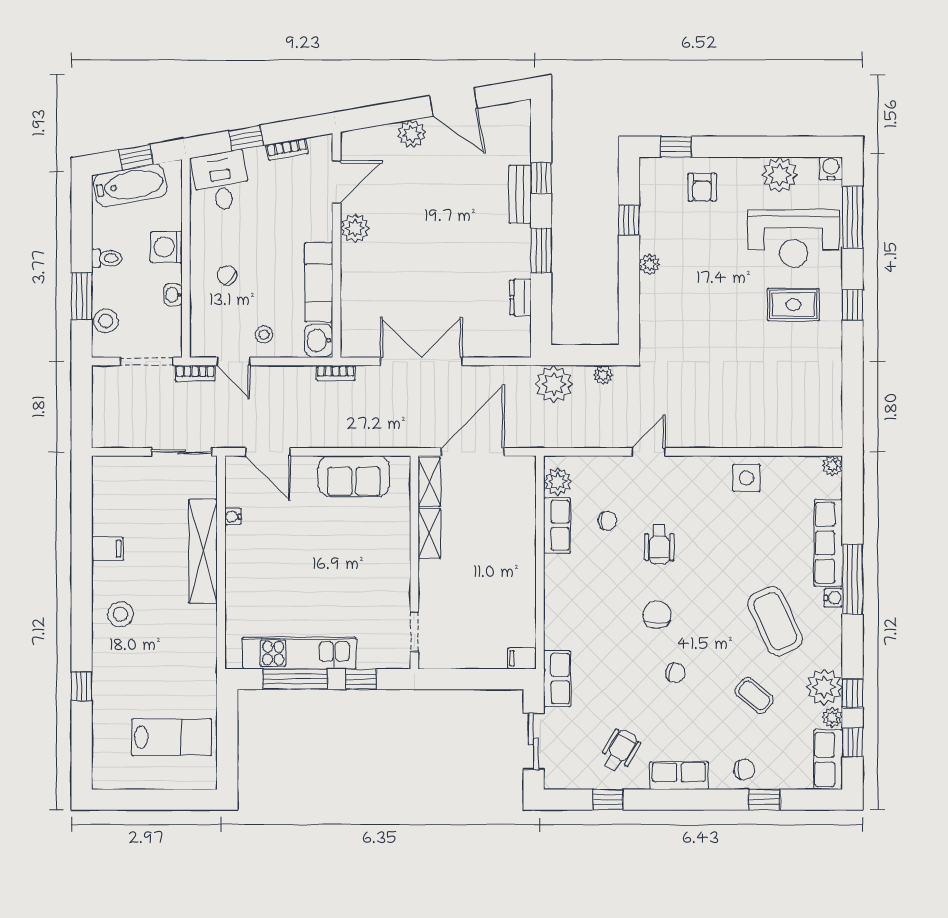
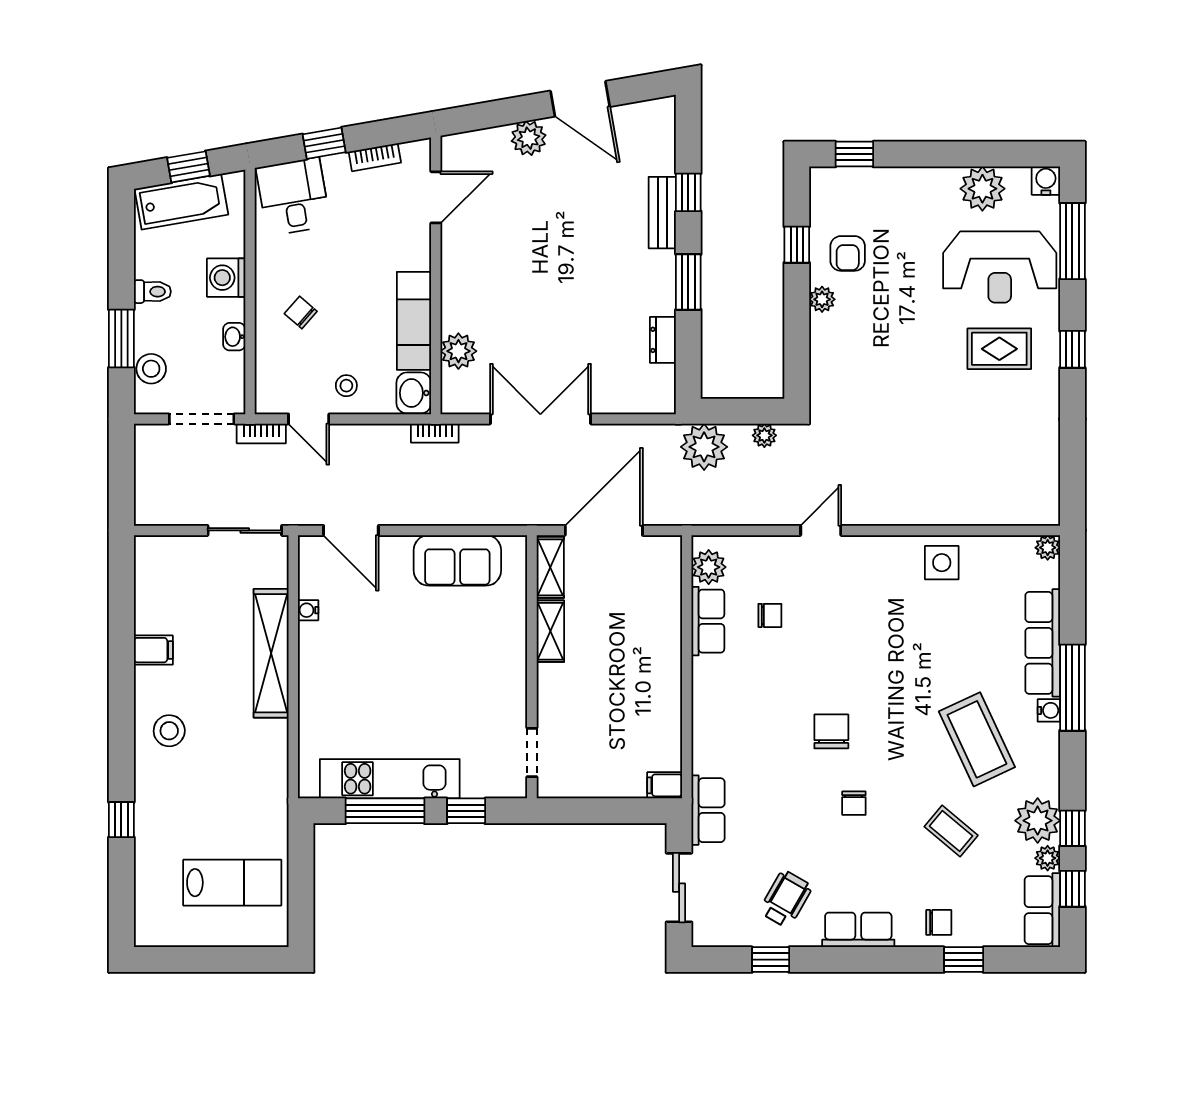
armchair: (702, 187) -> (848, 253), moved
plant: (355, 228) -> (458, 351), moved
wheelchair: (659, 544) -> (834, 644), removed
chair: (675, 673) -> (854, 803), turned 76

